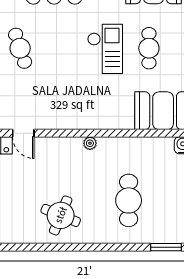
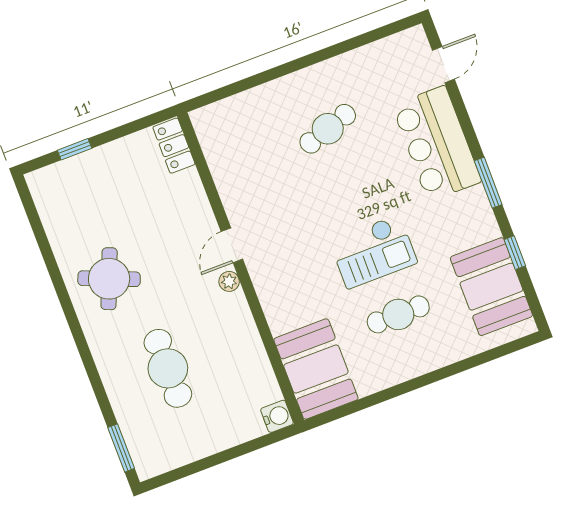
door: (23, 133) -> (232, 245), moved
cafe table: (129, 200) -> (168, 368), turned 90

